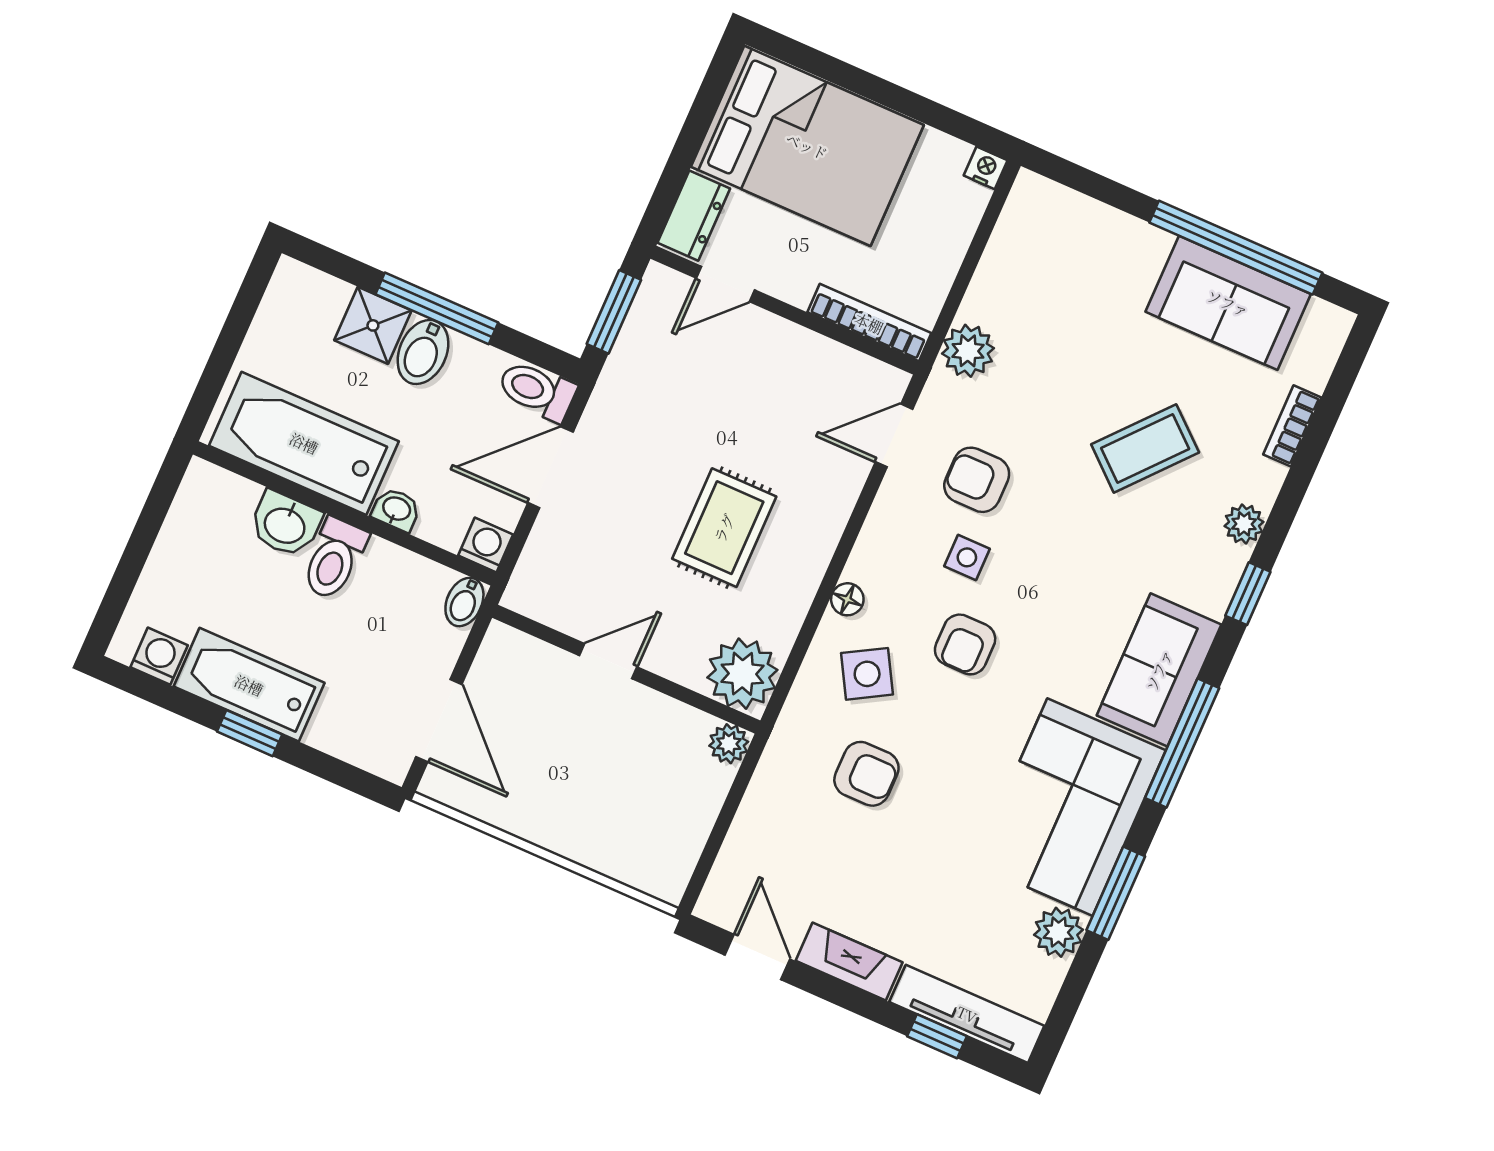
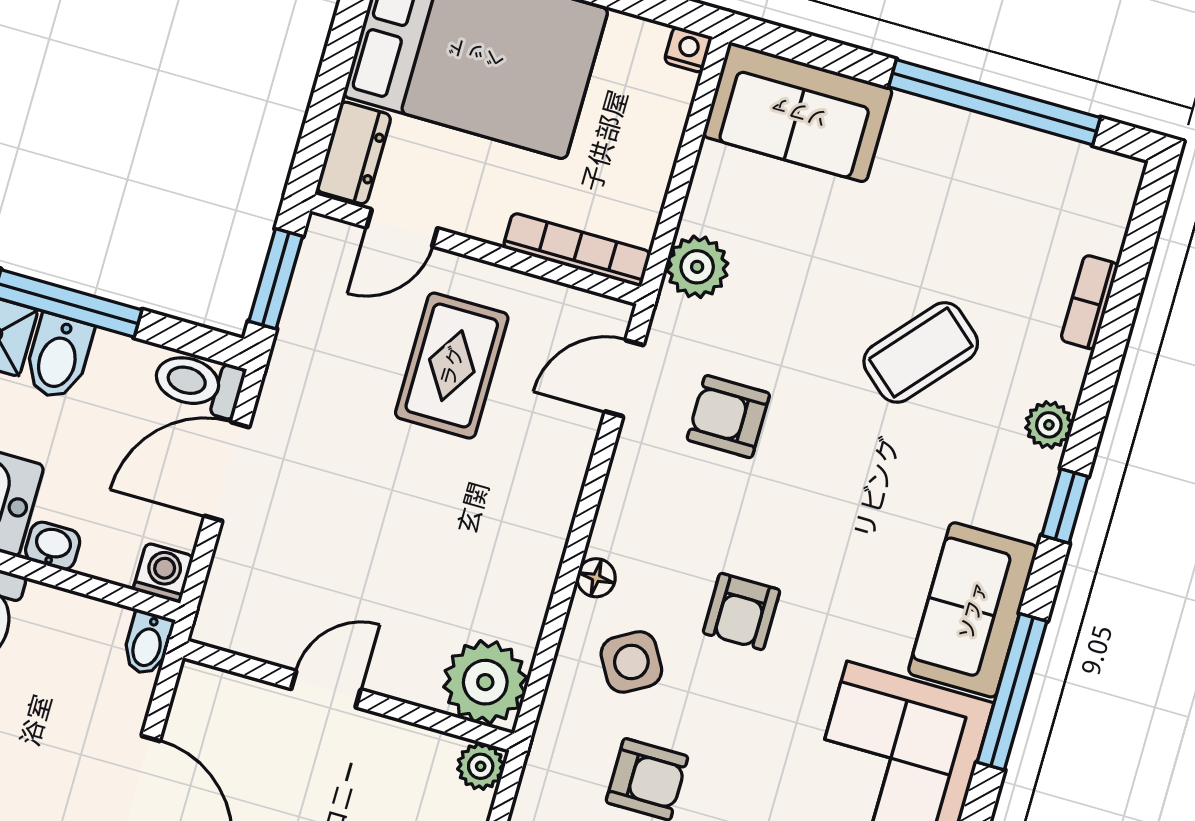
sofa: (1228, 303) -> (798, 112), moved
rug: (724, 528) -> (452, 366), moved
side table: (967, 557) -> (730, 509), removed

